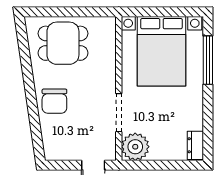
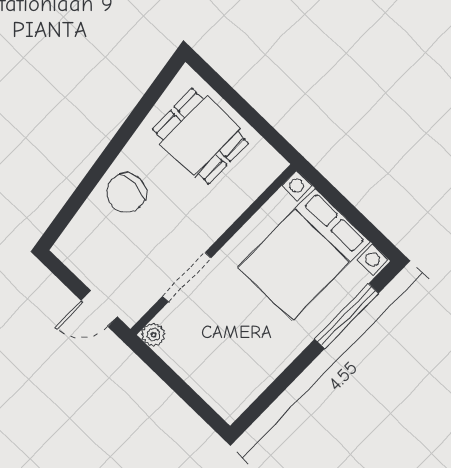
dresser: (195, 145) -> (238, 399), removed
plant: (135, 147) -> (153, 335), width x0.53, depth x0.53

